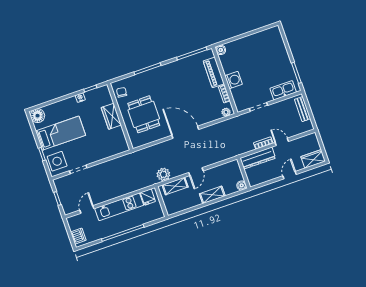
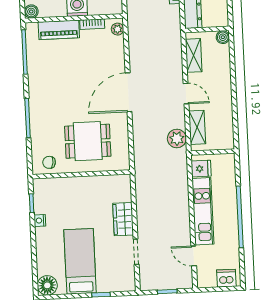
wardrobe: (111, 116) -> (123, 219), moved, turned 90
side table: (57, 161) -> (117, 277), removed
shelving: (212, 195) -> (194, 55), moved

